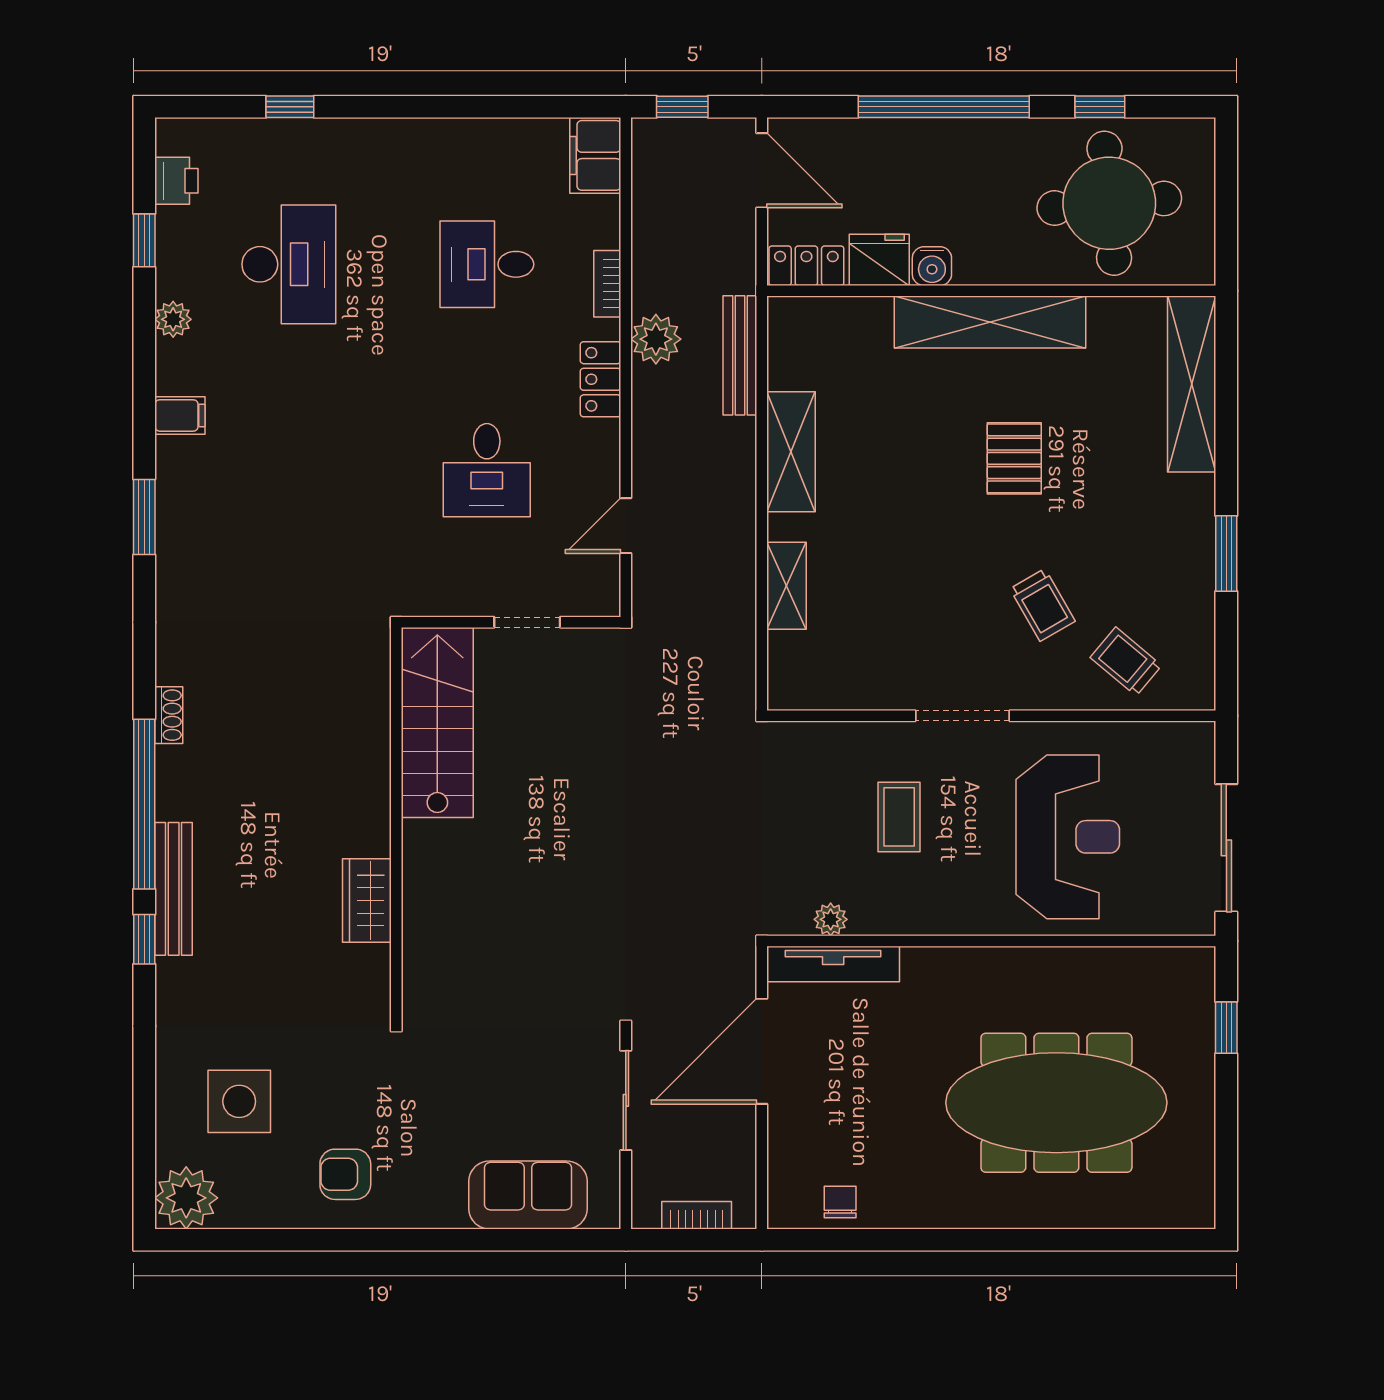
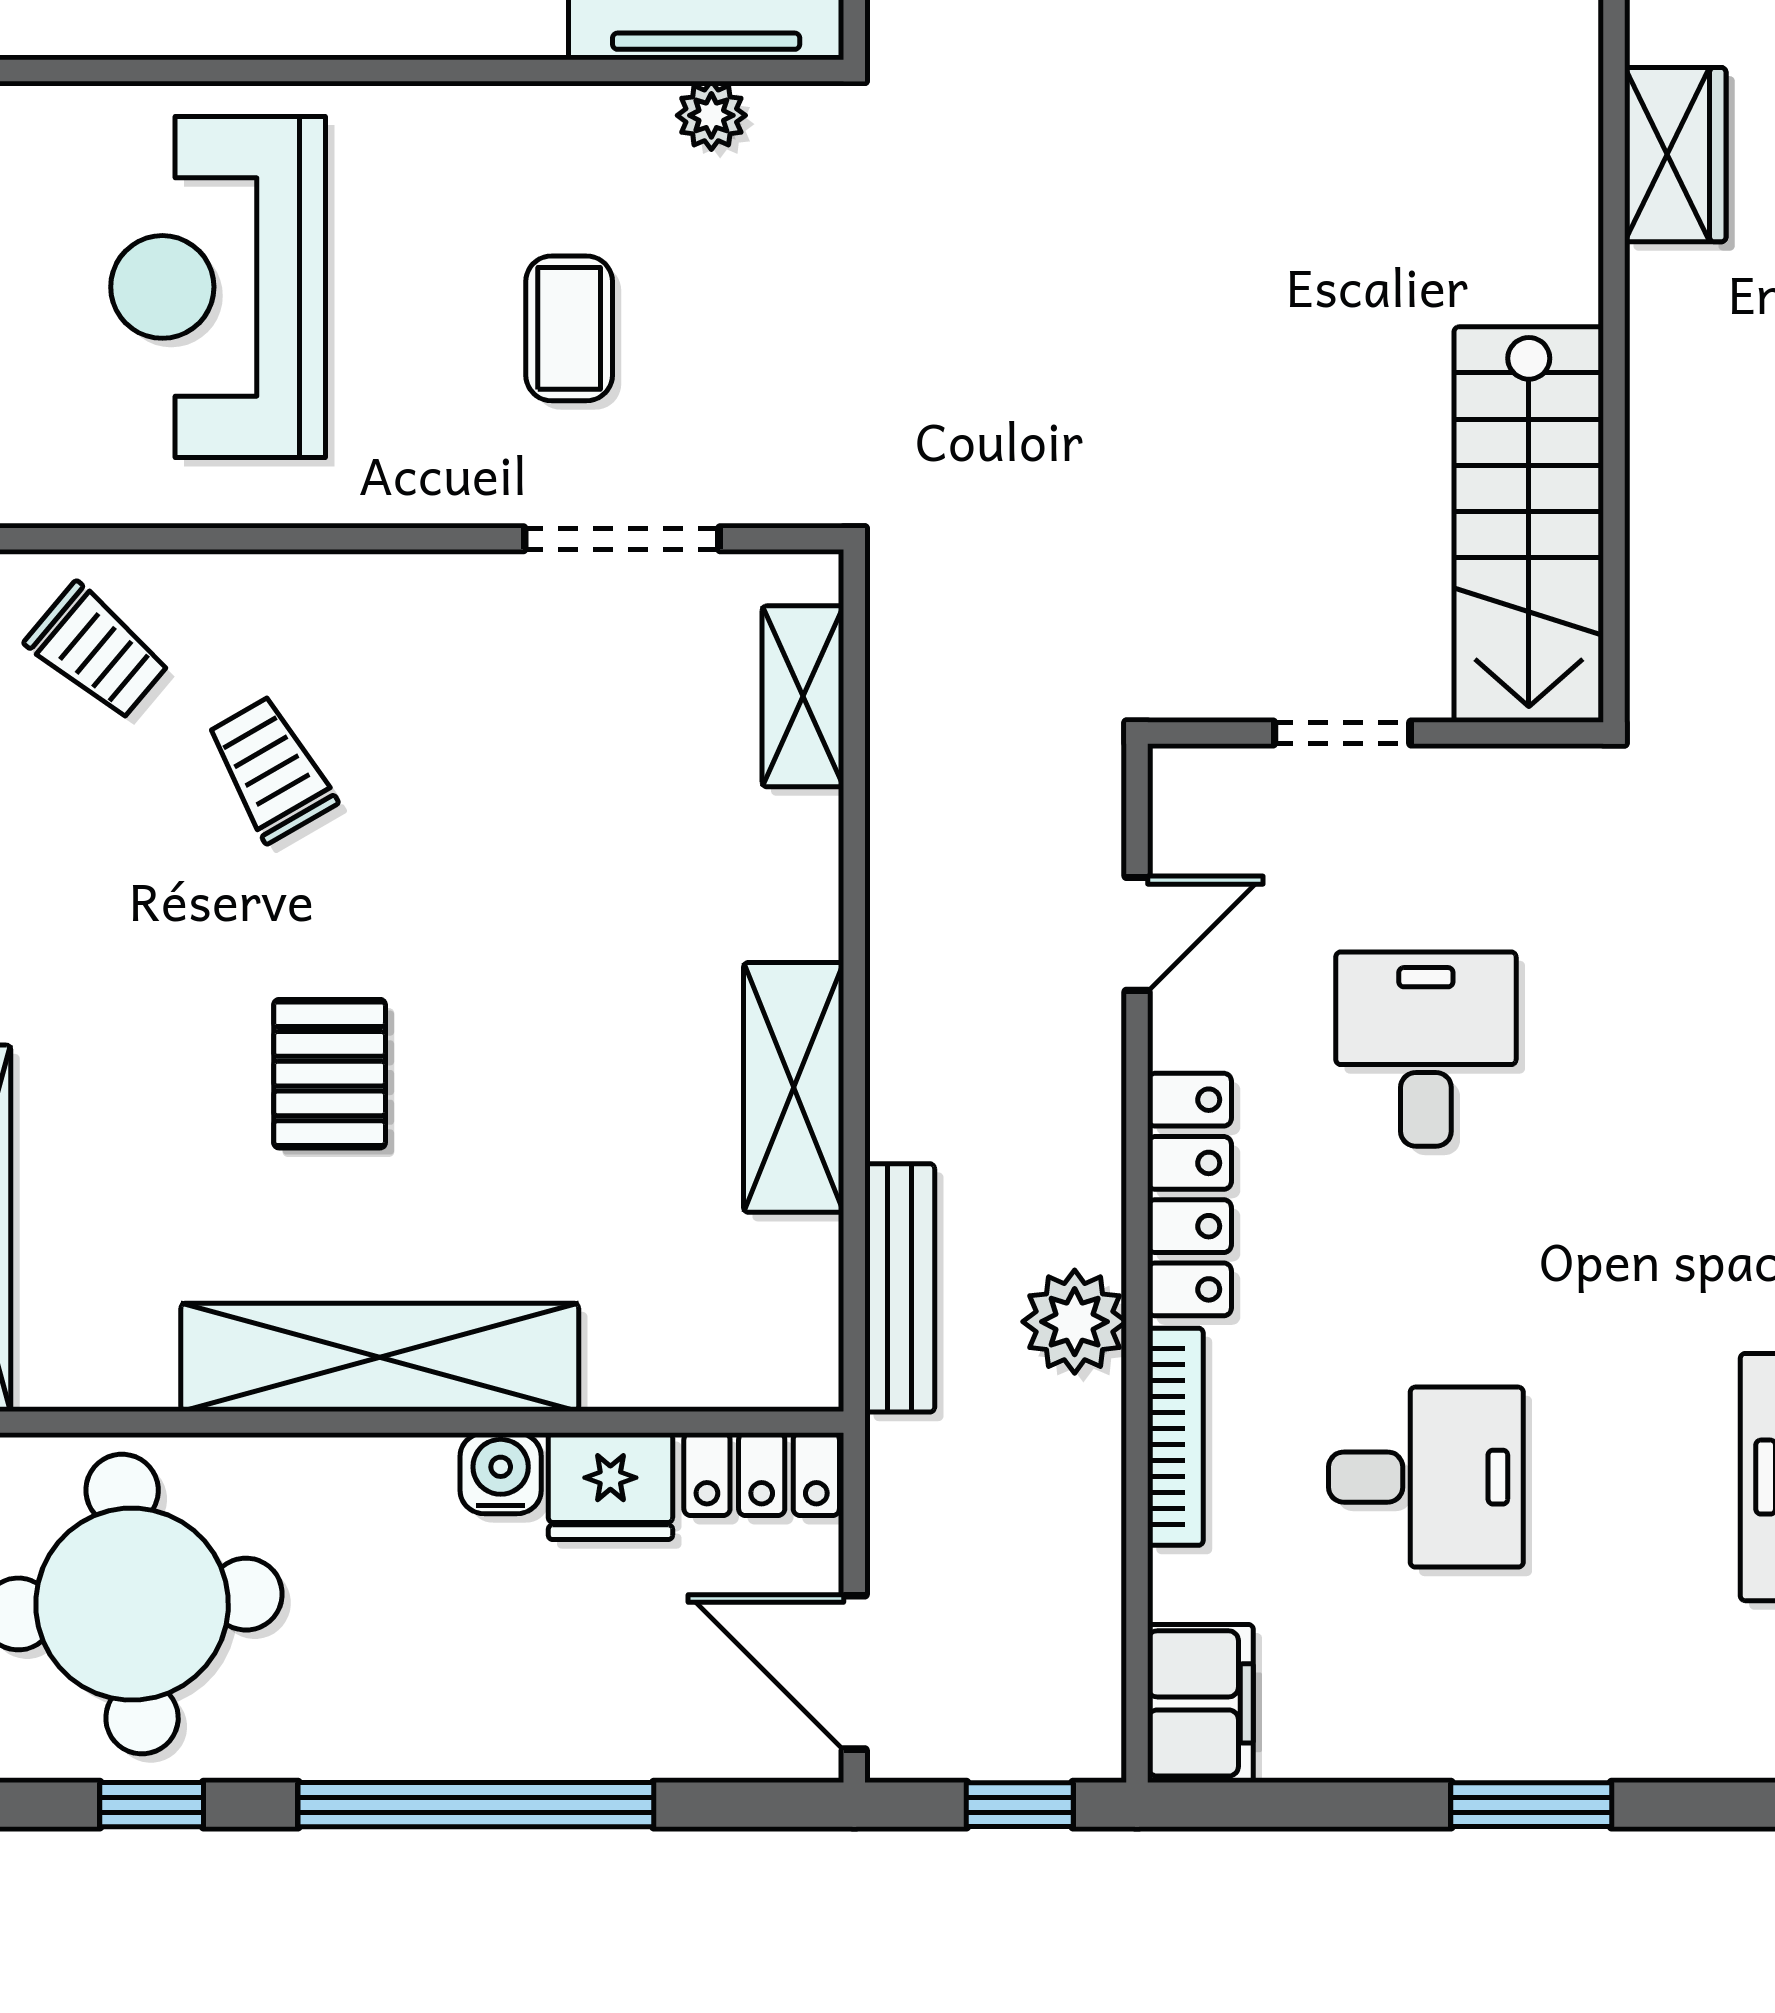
window: (436, 107) -> (1531, 1805), added
bookcase: (607, 284) -> (1175, 1437), width x1.56
locker: (601, 379) -> (1189, 1195), width x1.53
shelving: (787, 586) -> (803, 696), moved
doorway: (962, 716) -> (622, 539), moved

